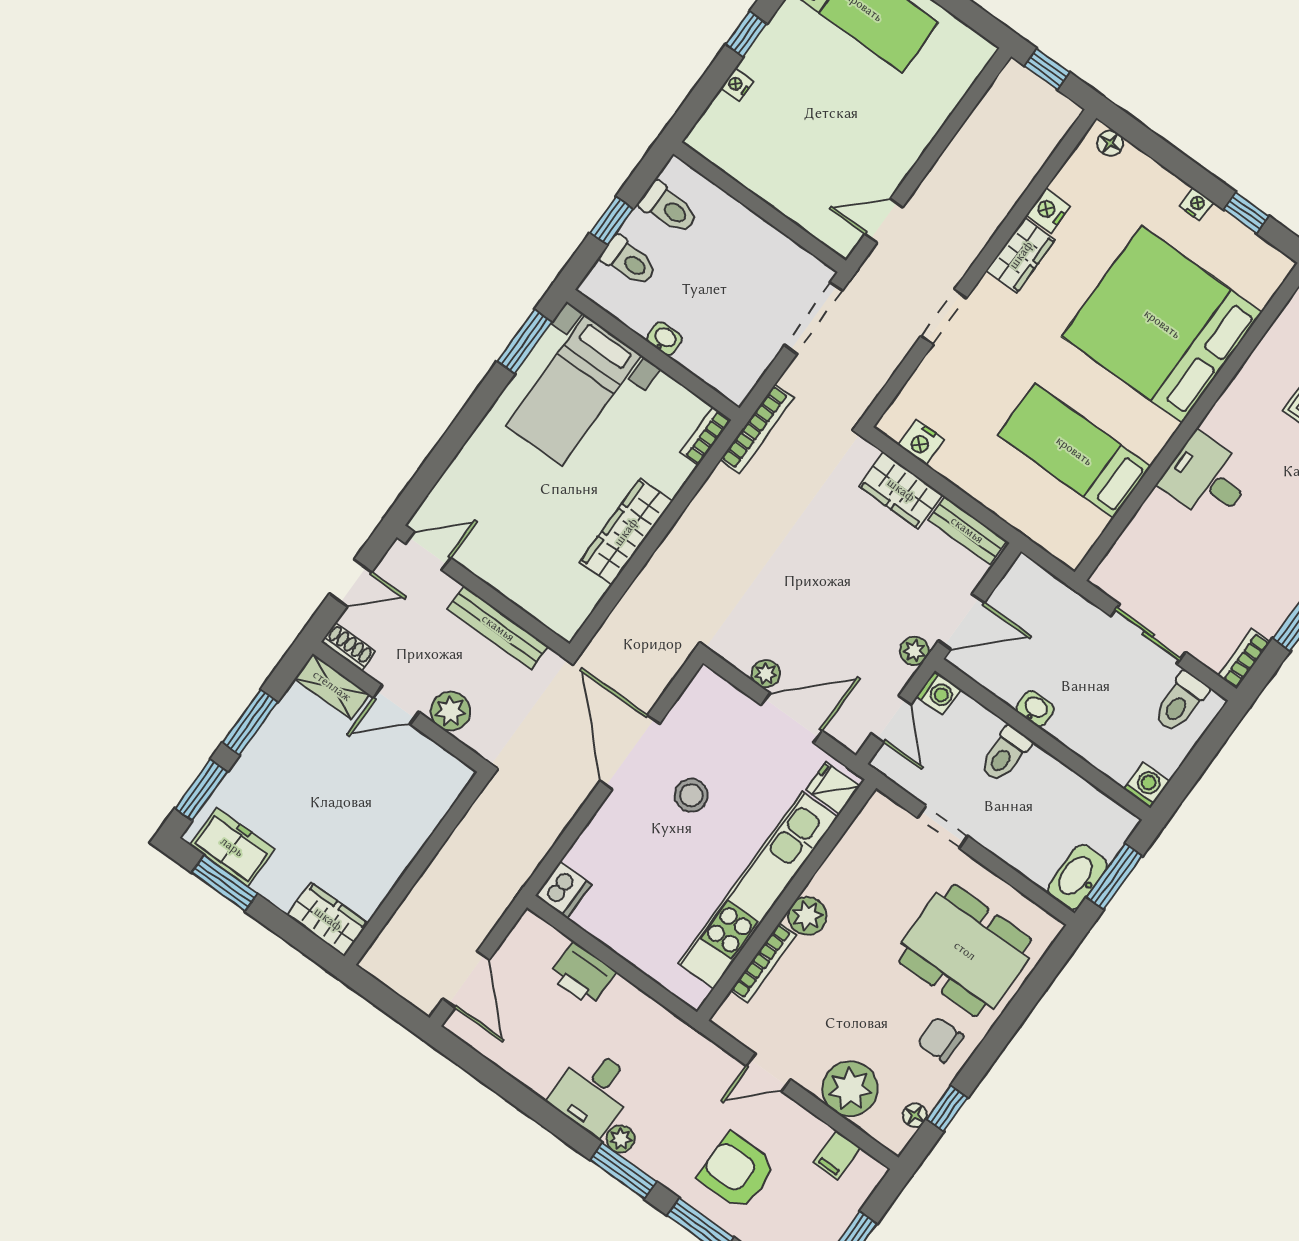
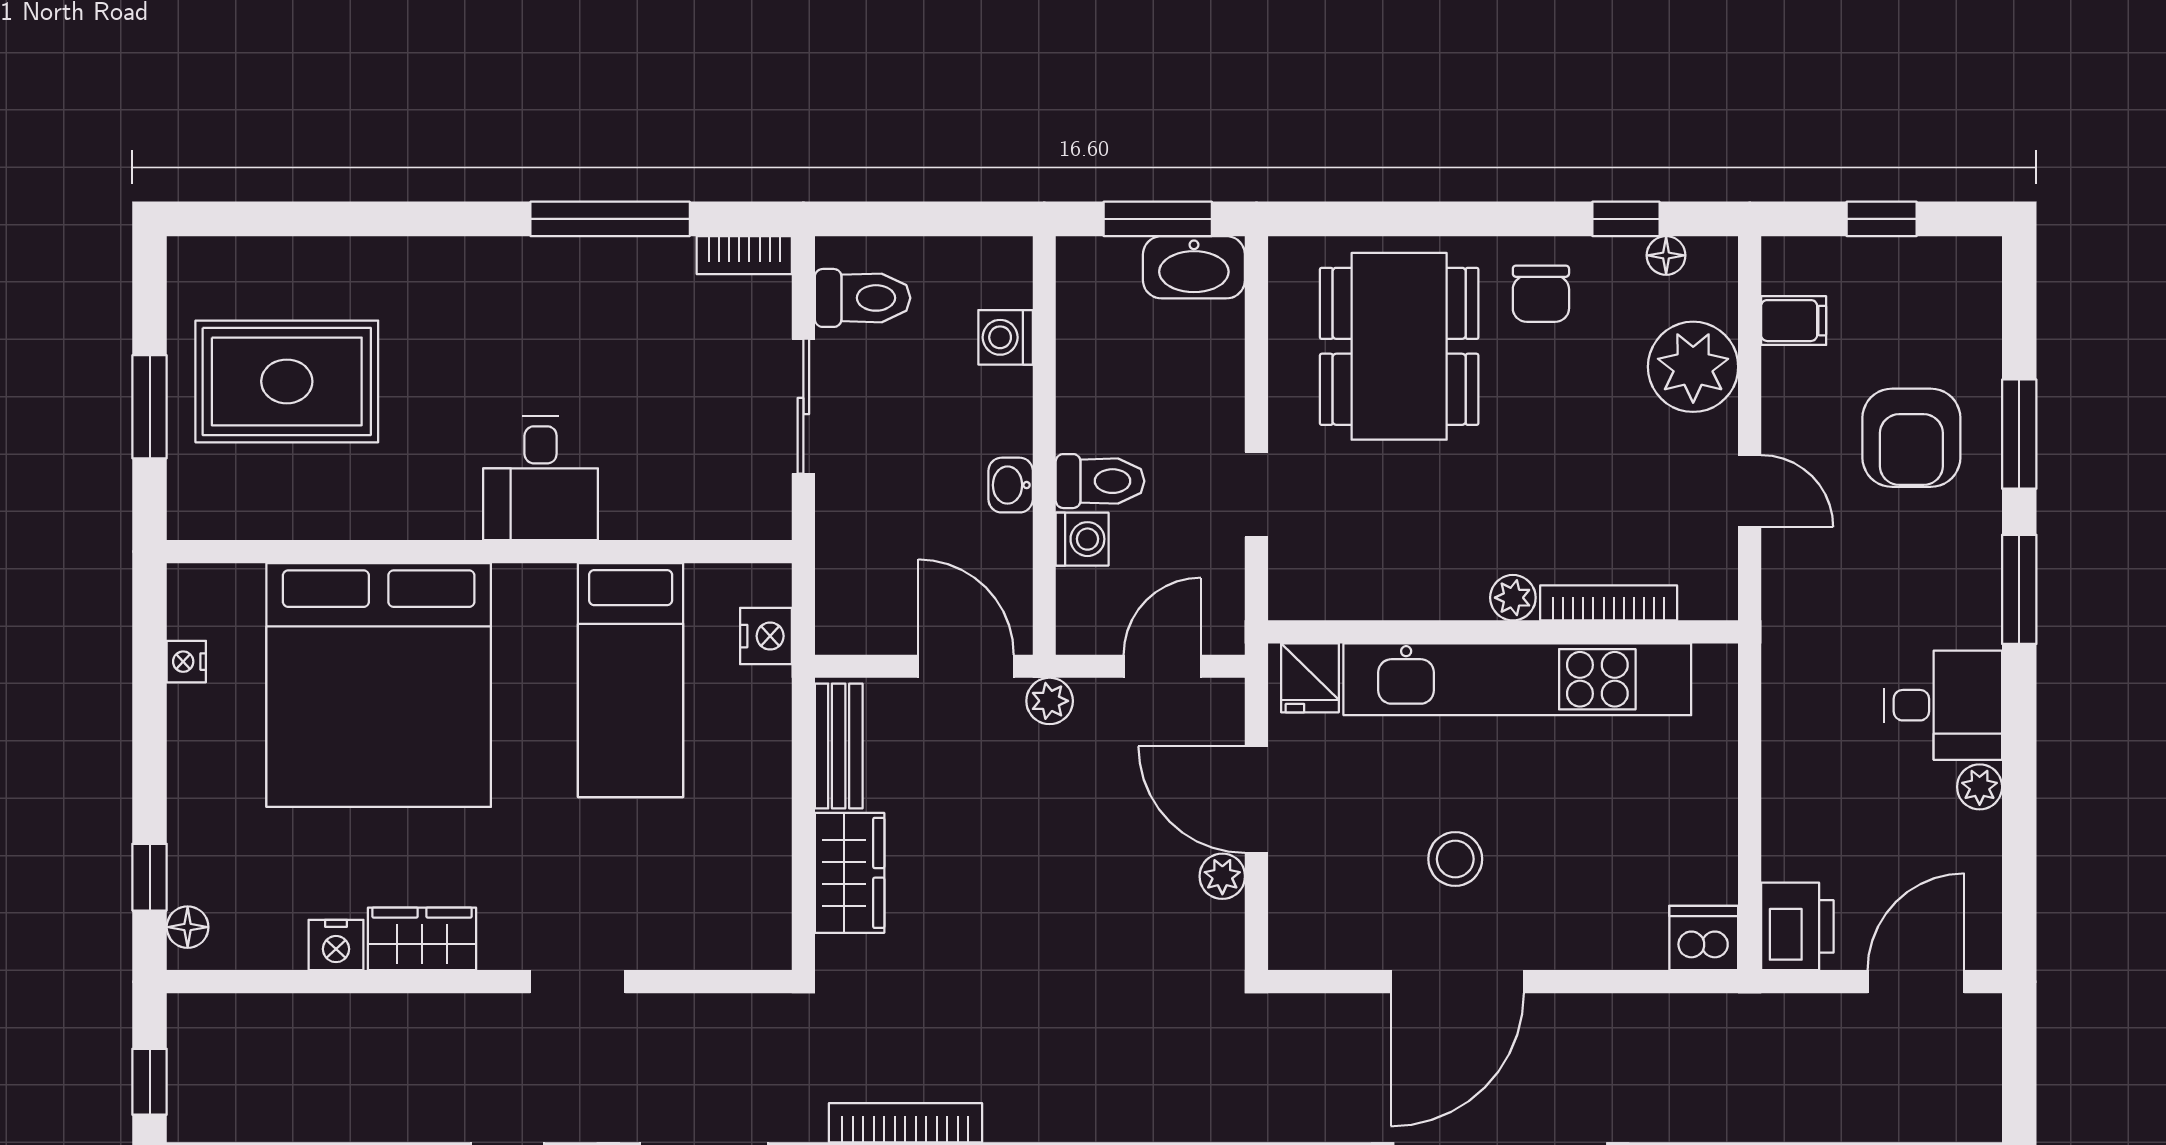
nightstand: (1196, 204) -> (186, 662), moved
window: (1246, 213) -> (150, 877), moved
nightstand: (921, 442) -> (766, 636), moved
washing machine: (939, 693) -> (1082, 539), moved, turned 90
washing machine: (1147, 785) -> (1006, 337), moved
plant: (807, 916) -> (1513, 598), width x0.73, depth x0.73
printer: (582, 974) -> (1797, 926), moved
plant: (621, 1139) -> (1980, 787), moved

